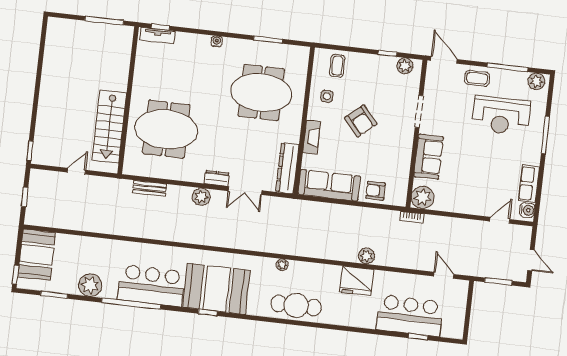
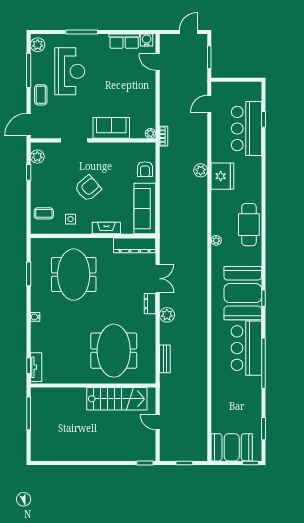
plant: (423, 197) -> (150, 133), width x0.53, depth x0.53
plant: (90, 285) -> (252, 399), removed

